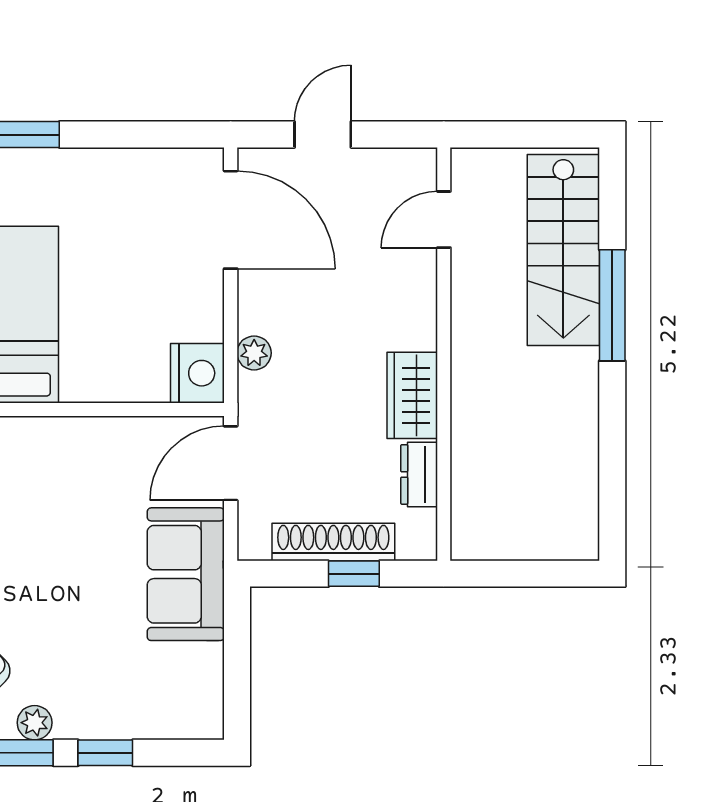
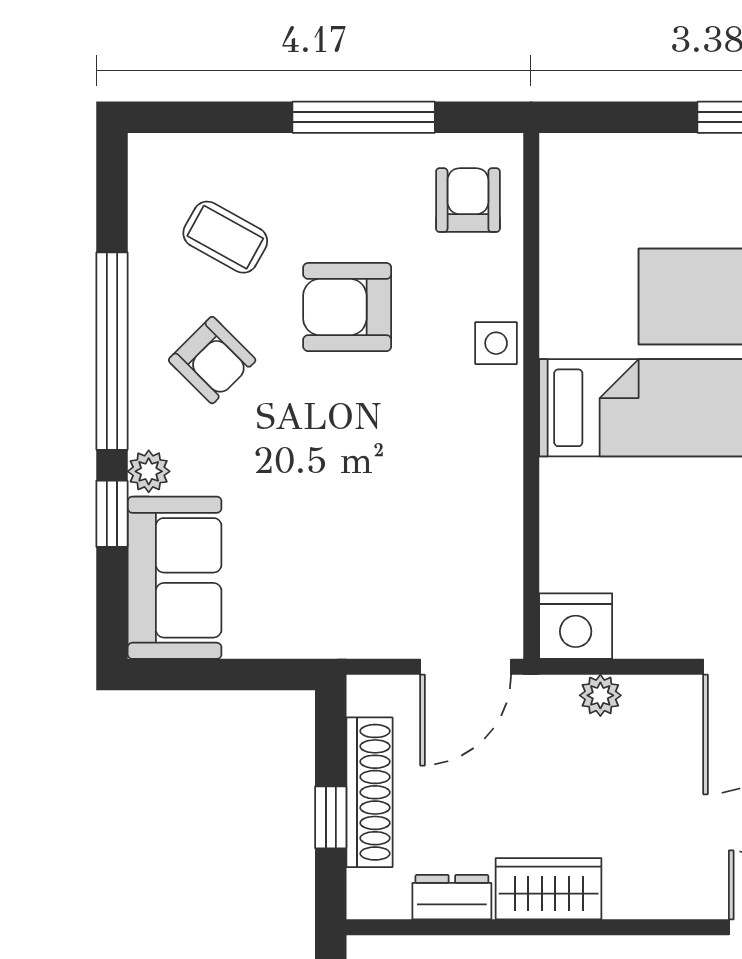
door: (231, 463) -> (466, 667), swing flipped
sofa: (186, 574) -> (175, 578), moved, turned 90
plant: (35, 723) -> (149, 471), moved

